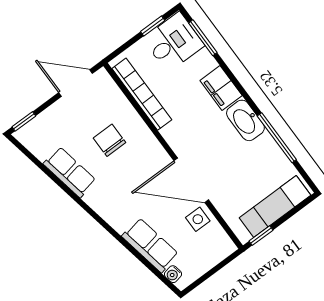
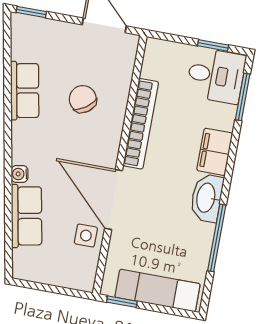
bookcase: (142, 94) -> (141, 124), moved
chair: (110, 140) -> (83, 99), turned -36
water cooler: (173, 274) -> (20, 174), moved

